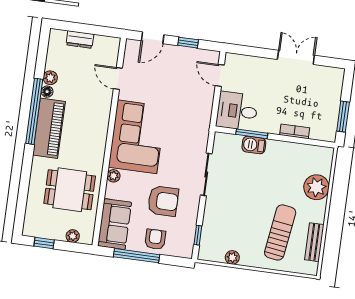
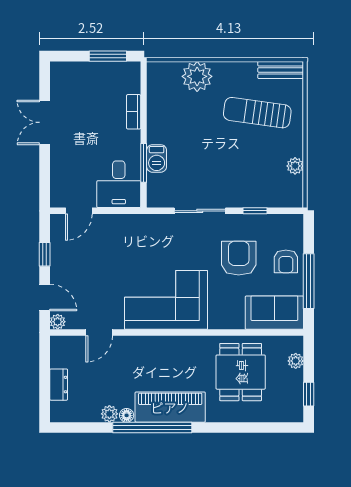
plant: (114, 176) -> (58, 322), moved
window: (198, 235) -> (255, 211), moved
armchair: (155, 239) -> (286, 261), turned -90
bench: (314, 242) -> (281, 70), moved

